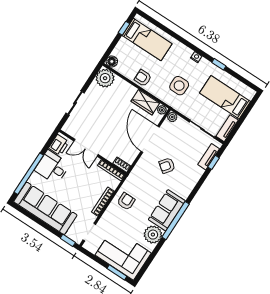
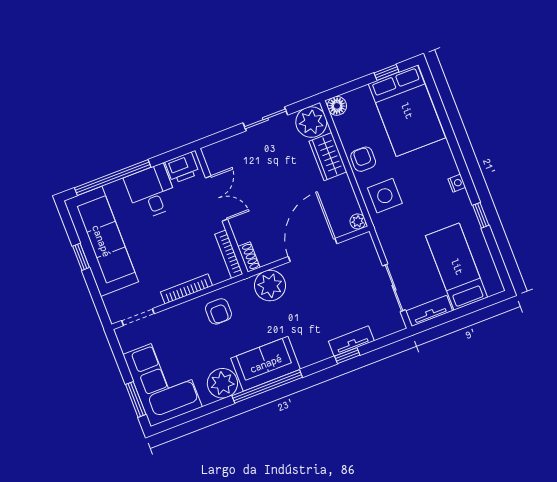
bed: (147, 40) -> (407, 111), width x1.50
side table: (179, 86) -> (385, 196), moved
wardrobe: (145, 102) -> (328, 157), moved
sliding door: (75, 103) -> (265, 119), moved
plant: (172, 117) -> (270, 286), moved, width x1.88, depth x1.88
double door: (86, 148) -> (217, 198), swing flipped
tv unit: (209, 157) -> (351, 341), moved
window: (214, 162) -> (347, 356), moved
armchair: (167, 166) -> (310, 303), removed
armchair: (126, 201) -> (218, 311), turned 90
window: (68, 240) -> (81, 257), moved

